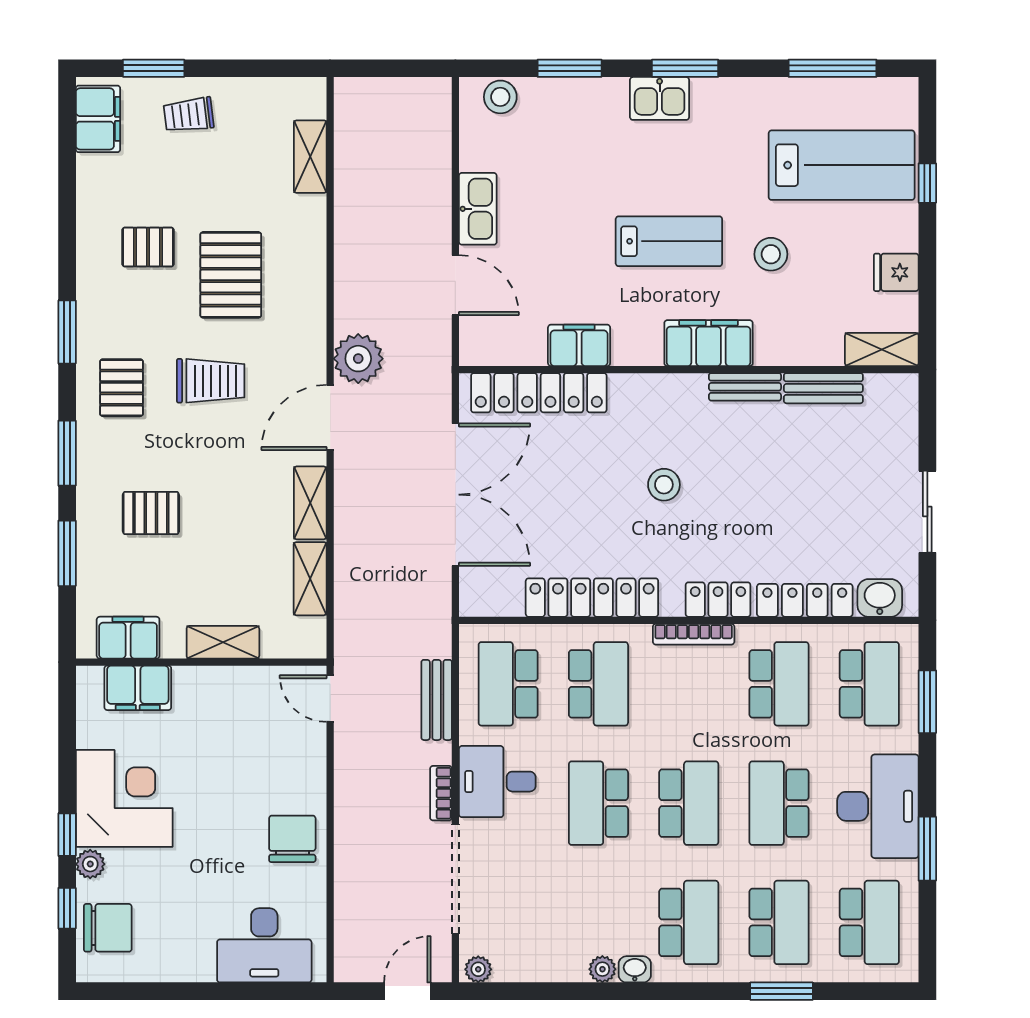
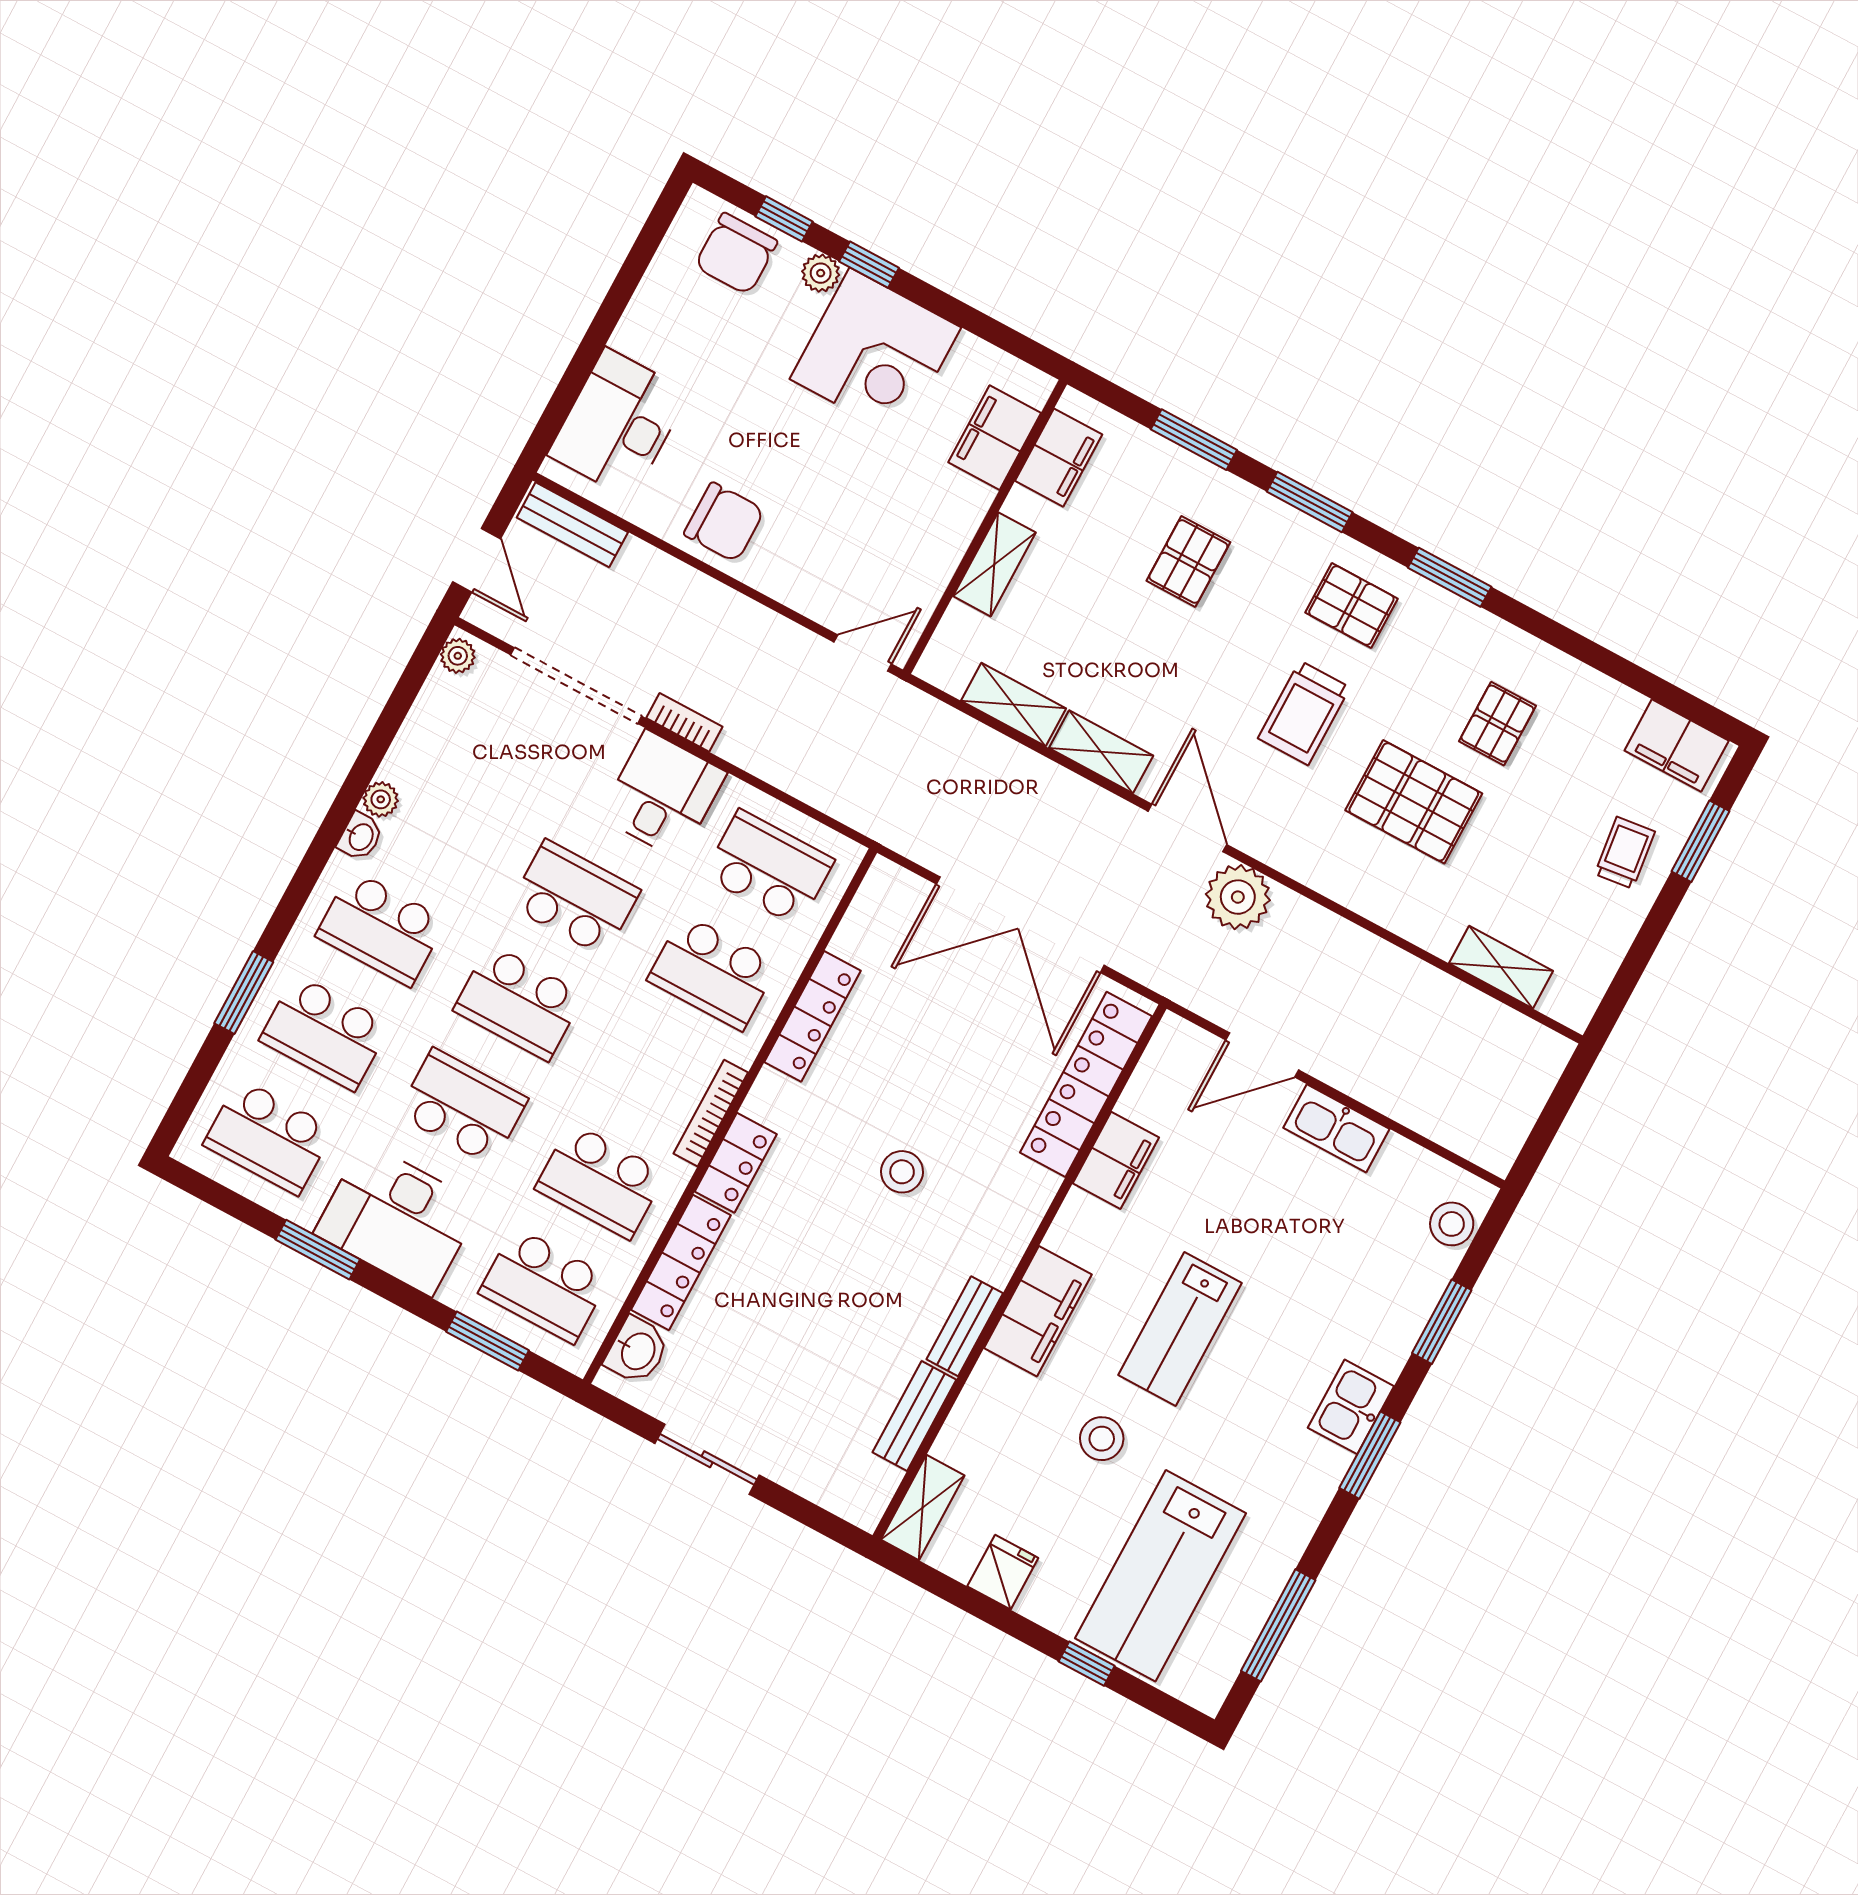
locker: (592, 598) -> (813, 1016), width x0.71, depth x0.83
bench: (437, 700) -> (572, 525), moved

